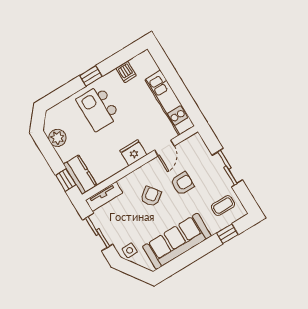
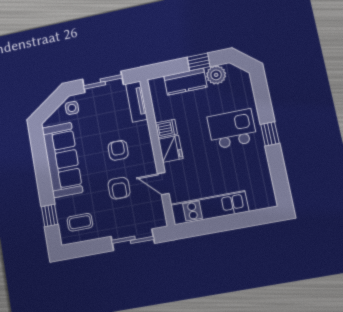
dishwasher: (126, 72) -> (166, 128), moved, turned 180
sliding door: (227, 168) -> (133, 240), moved
kitchen counter: (80, 175) -> (185, 82), moved
window: (66, 180) -> (199, 62), moved
armchair: (151, 196) -> (118, 150), turned -143
coffee table: (223, 206) -> (80, 222), turned 90

